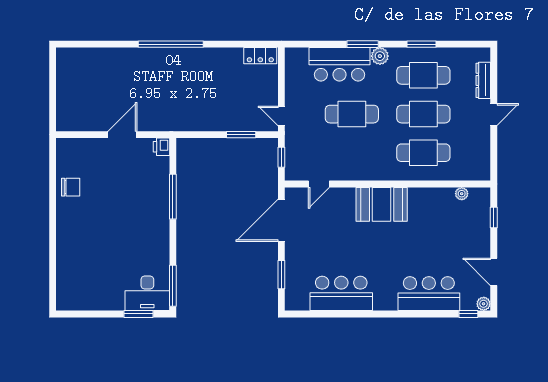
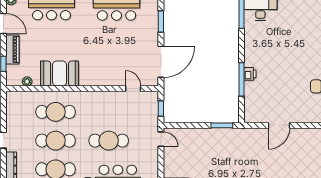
window: (241, 135) -> (222, 125), moved
printer: (161, 147) -> (250, 74), moved
door: (319, 184) -> (133, 89), hinge flipped
booth: (382, 204) -> (60, 74), moved
piano: (482, 237) -> (12, 50), added

